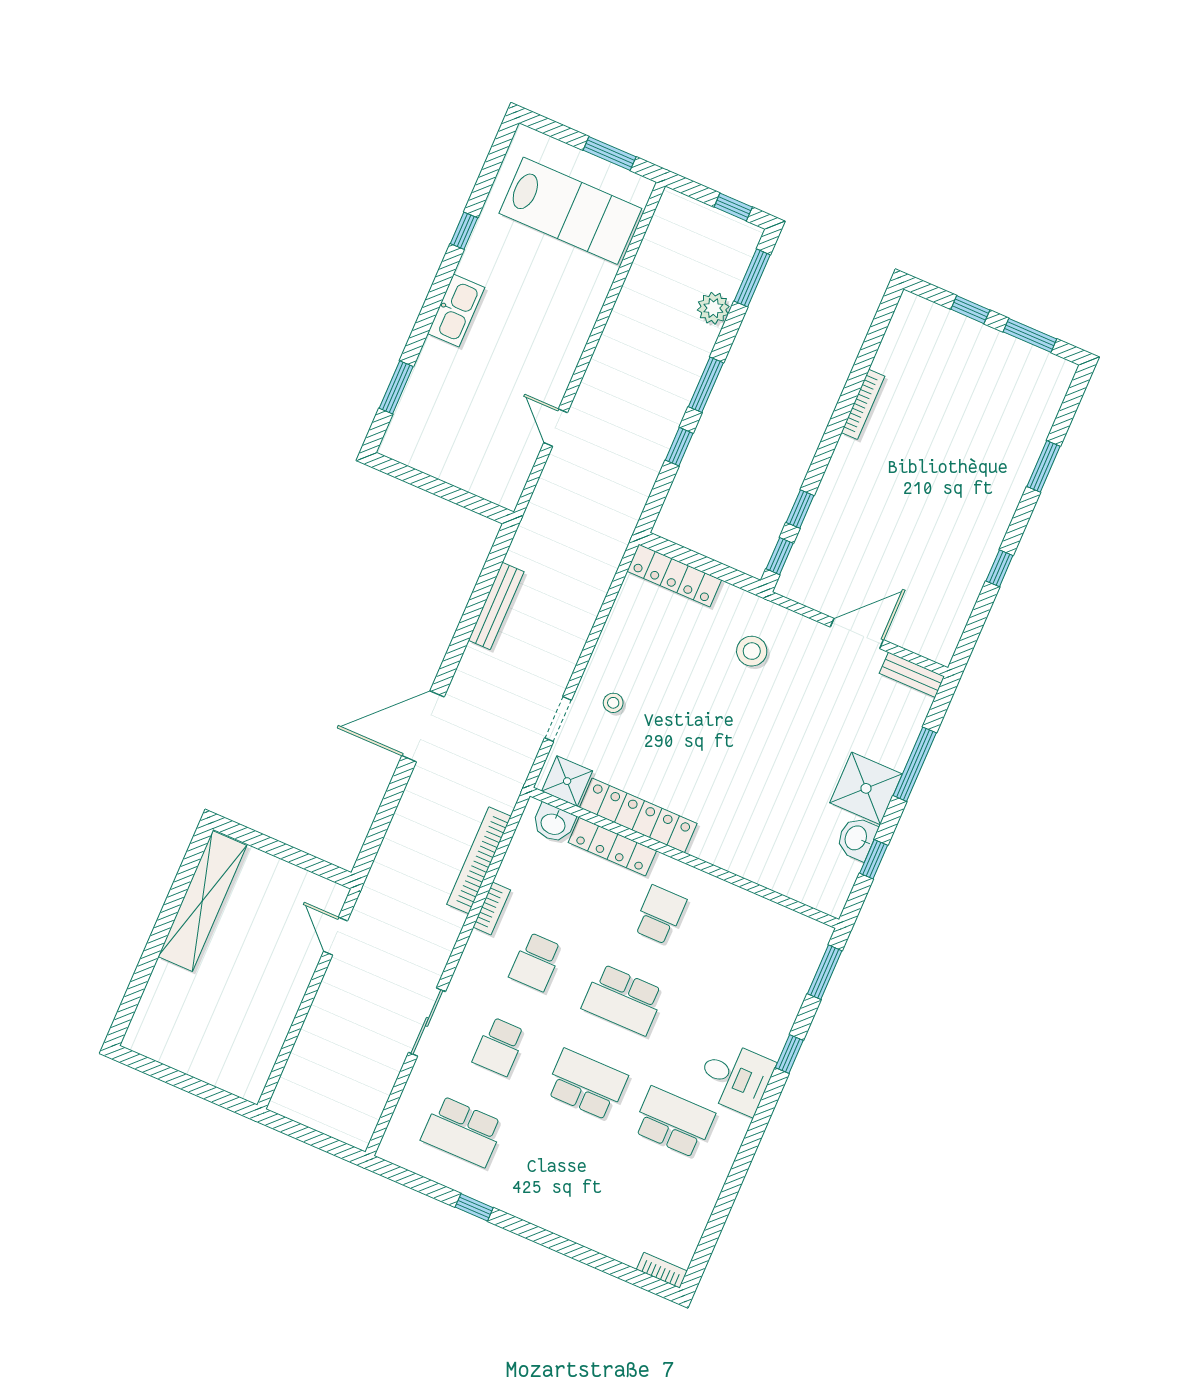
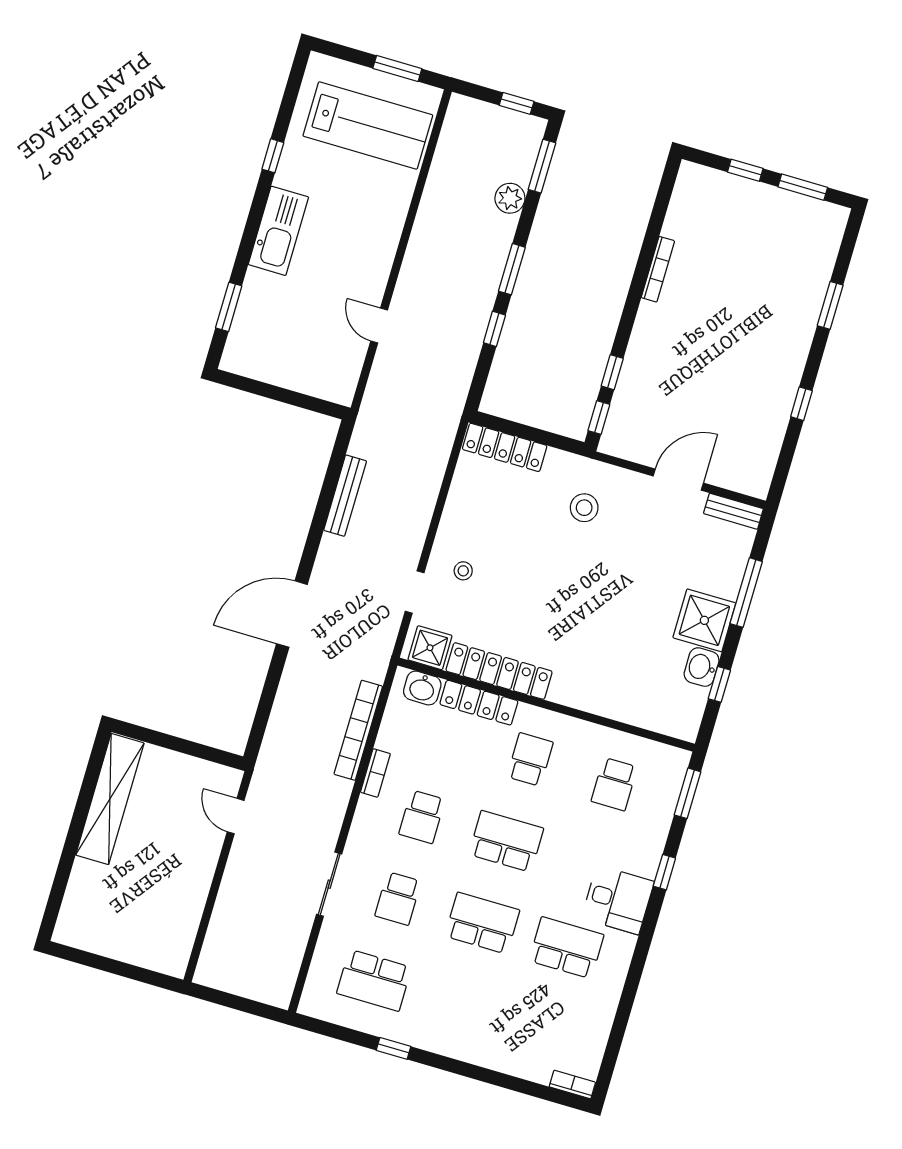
kitchen sink: (456, 311) -> (278, 231), width x1.36, depth x1.24
school desk: (747, 953) -> (614, 784), added
school desk: (623, 1000) -> (506, 841), turned 180

